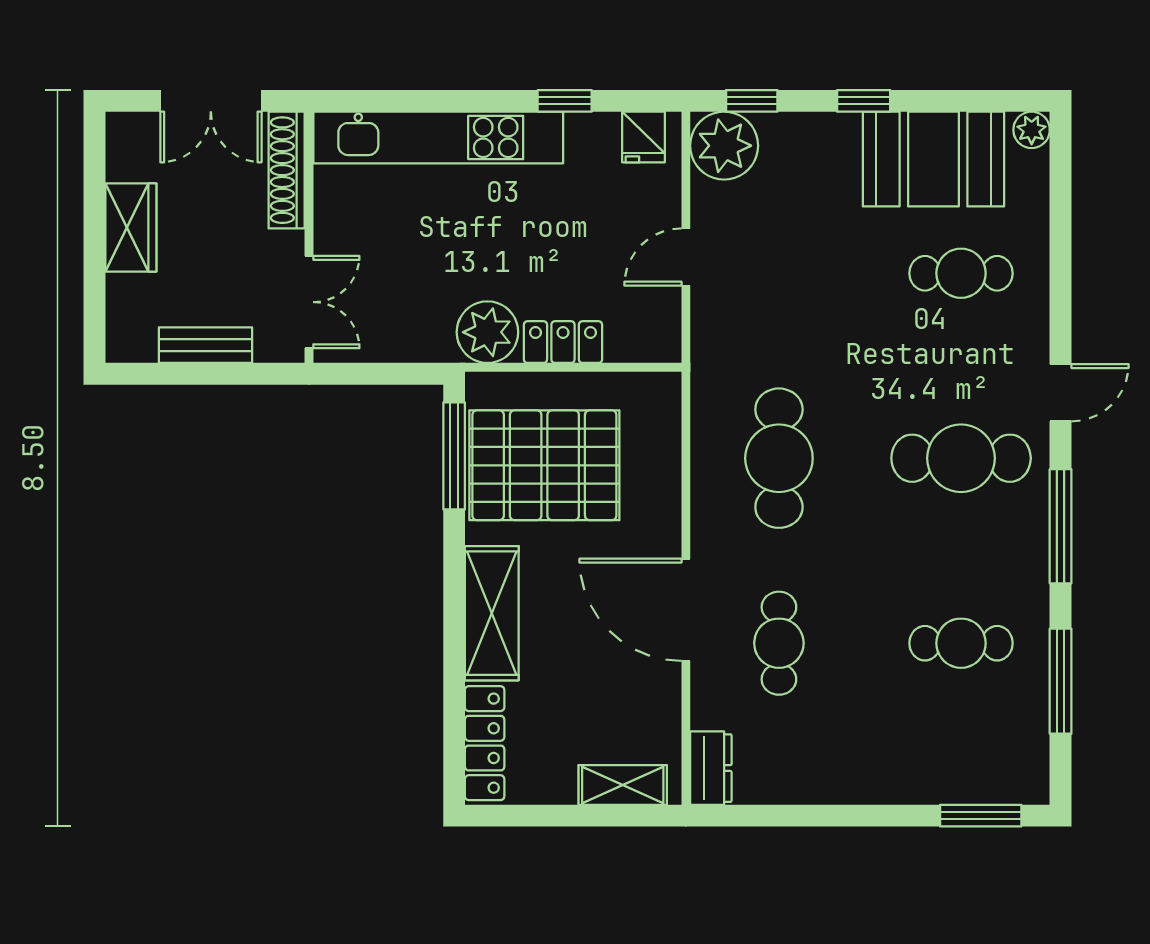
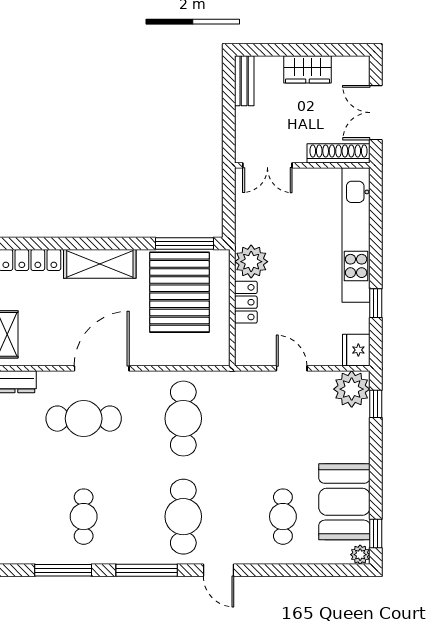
window: (864, 101) -> (376, 534), moved
fridge: (643, 137) -> (356, 350), width x1.38
bench: (206, 345) -> (244, 81), moved
cafe table: (779, 458) -> (183, 419), turned 90
cafe table: (779, 643) -> (84, 419), width x1.37, depth x1.35

